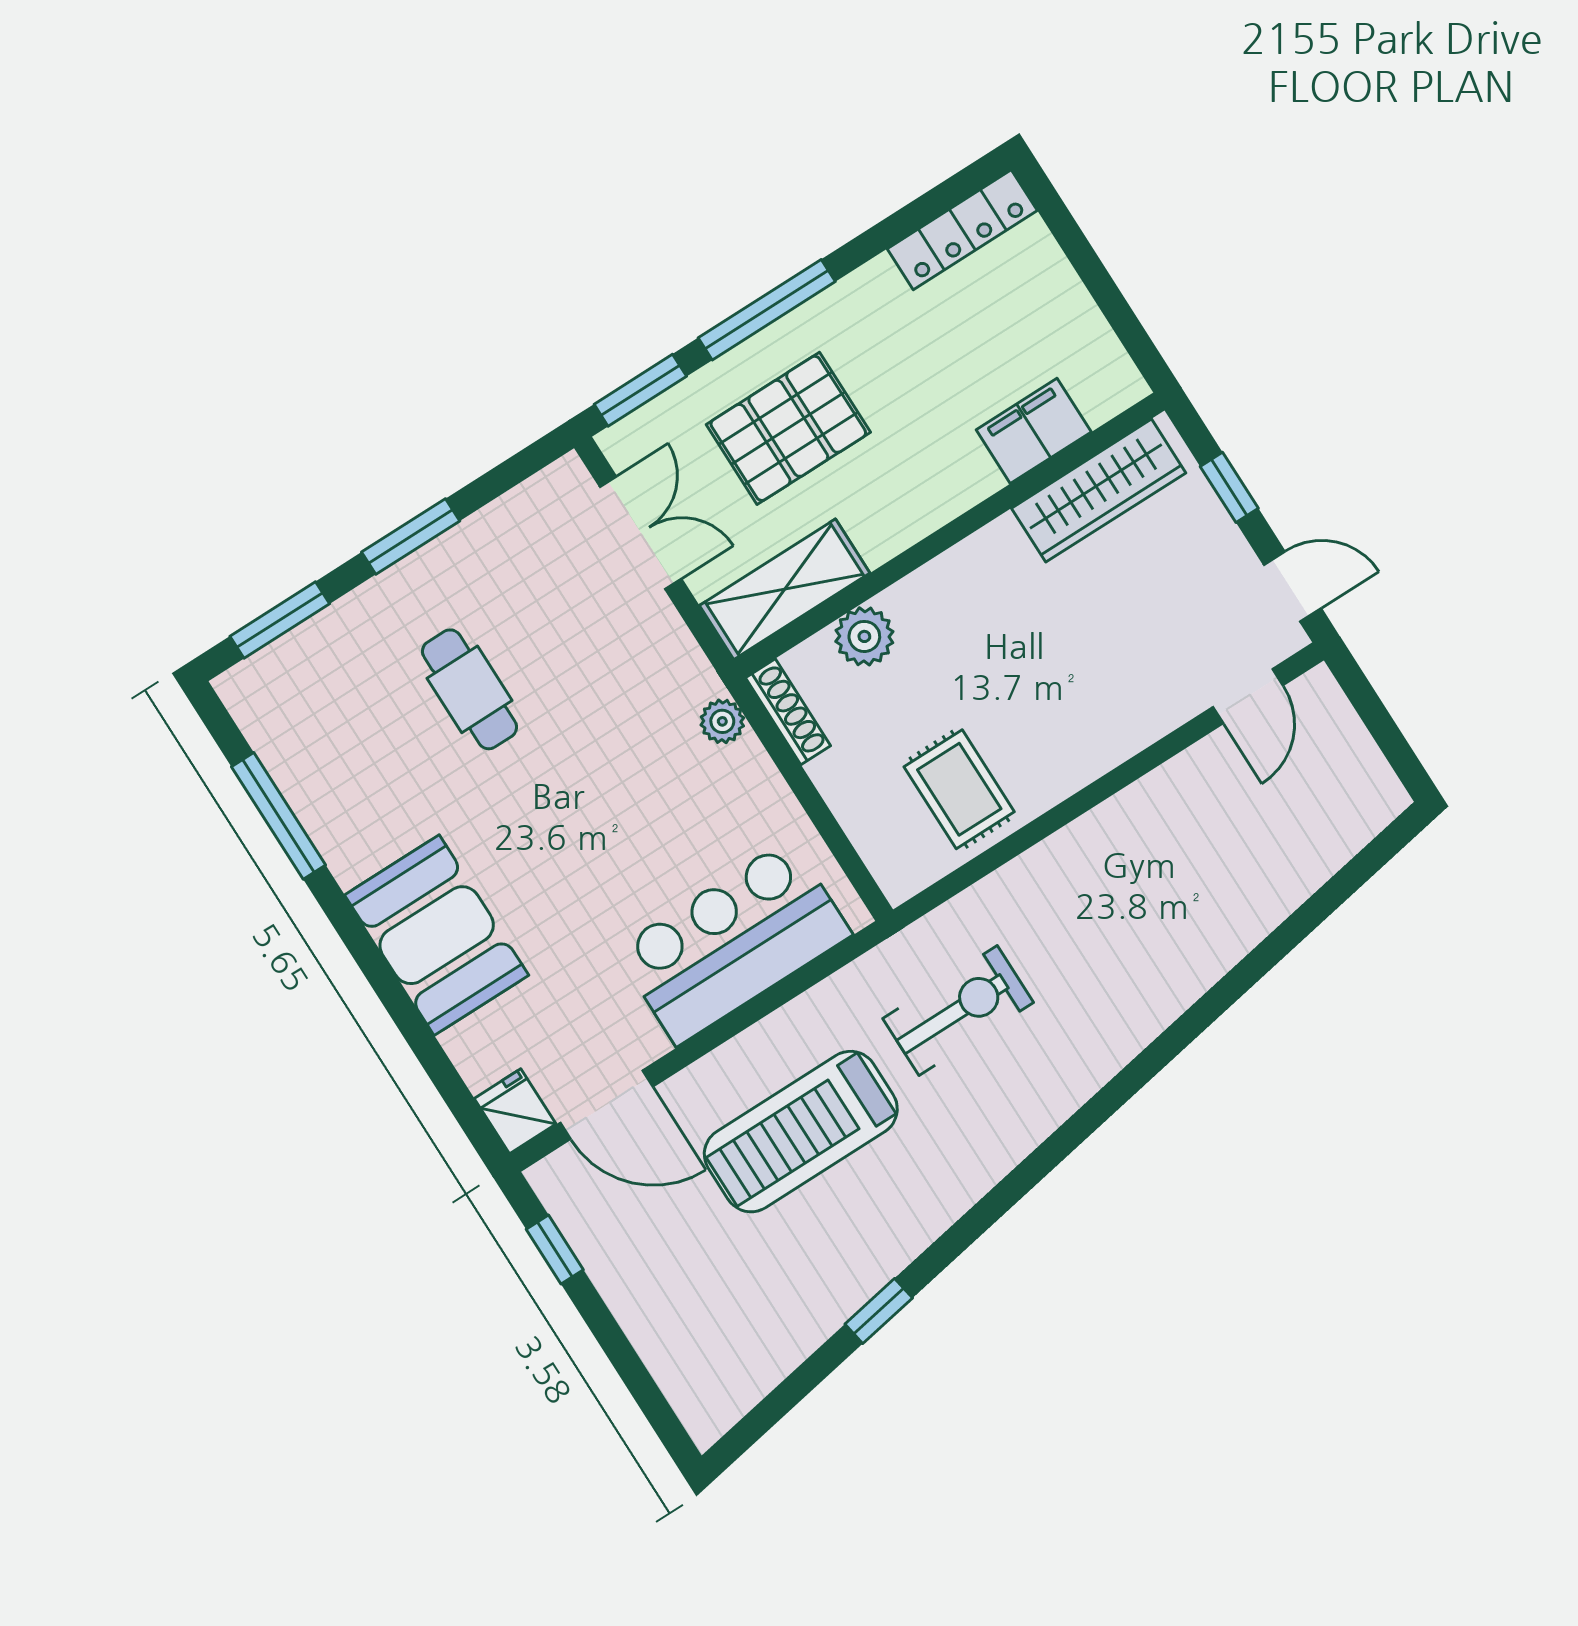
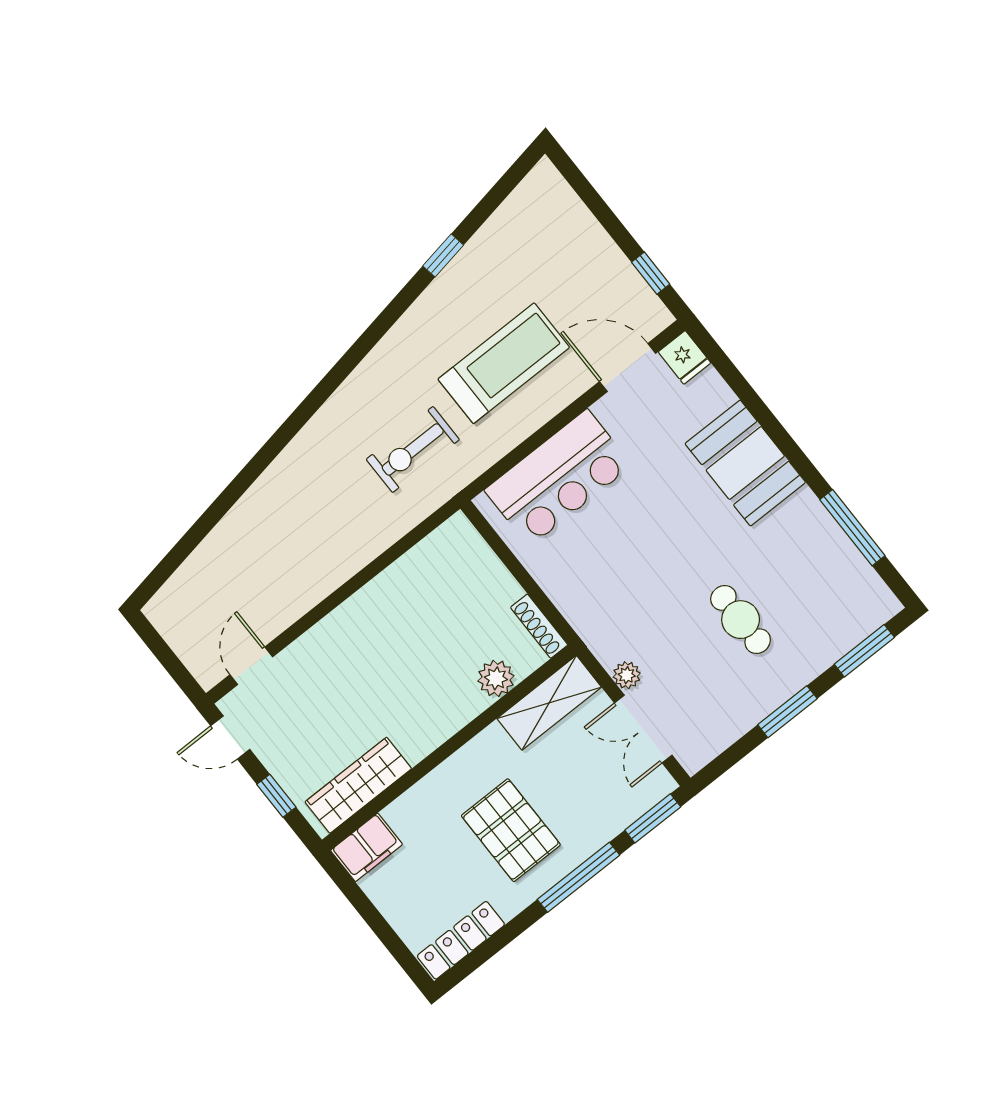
pallet: (788, 428) -> (511, 830), moved, turned 90
filing cabinet: (1034, 431) -> (367, 847), moved
plant: (722, 721) -> (627, 675), moved
rug: (959, 789) -> (426, 589), removed

